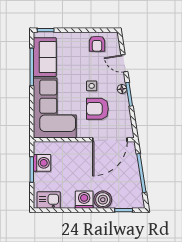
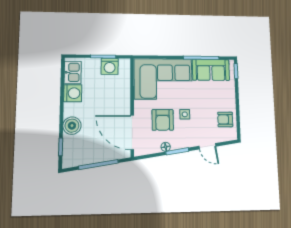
door: (124, 63) -> (207, 146), swing flipped
floor lamp: (122, 89) -> (166, 147), moved
armchair: (97, 109) -> (163, 120), turned 180
washing machine: (84, 200) -> (73, 93), moved

